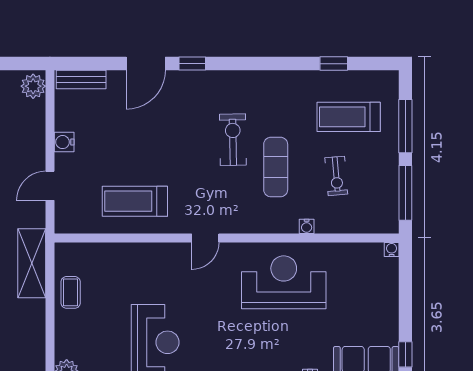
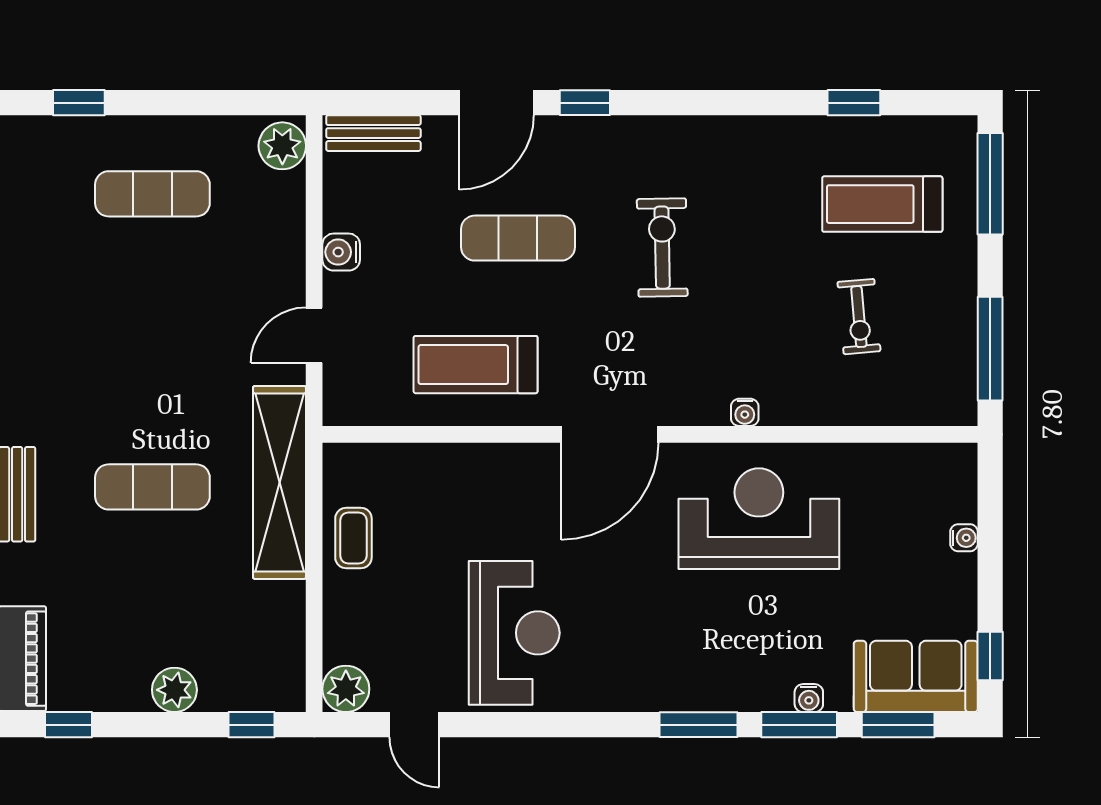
window: (405, 126) -> (990, 184), moved
exercise mat: (276, 167) -> (518, 238), moved, turned 90
water cooler: (307, 226) -> (745, 412), moved
door: (205, 238) -> (610, 434), width x1.88
water cooler: (392, 249) -> (964, 538), moved, turned 90
shelving: (32, 263) -> (280, 482), width x1.47

